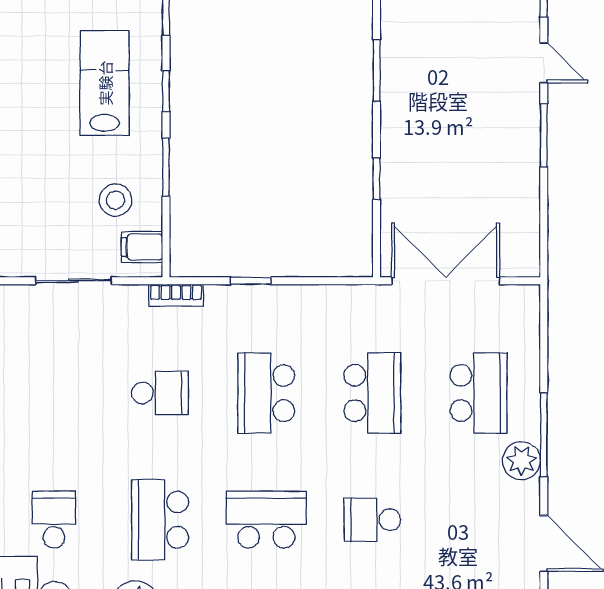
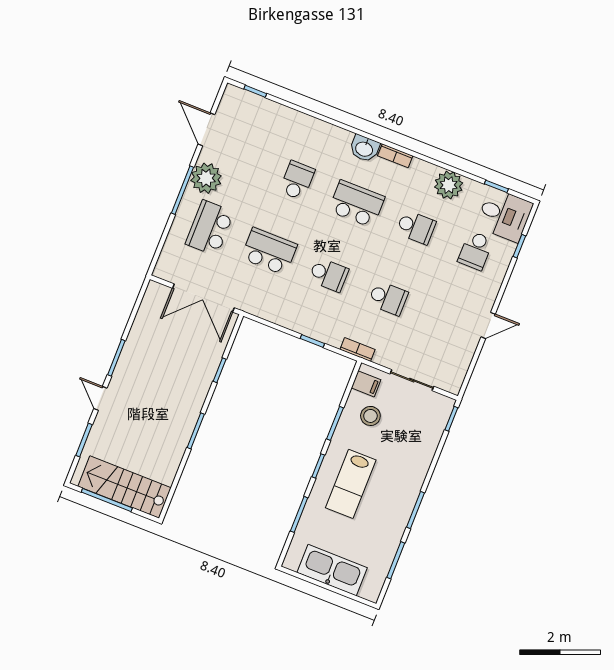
school desk: (160, 393) -> (388, 298), turned 180
school desk: (266, 393) -> (329, 275), width x0.54
school desk: (372, 393) -> (269, 251), turned 90
plant: (521, 461) -> (206, 178), width x1.36, depth x1.36
school desk: (160, 520) -> (416, 227), width x0.54
school desk: (266, 520) -> (357, 204), turned 180
school desk: (372, 520) -> (297, 180), turned -90

